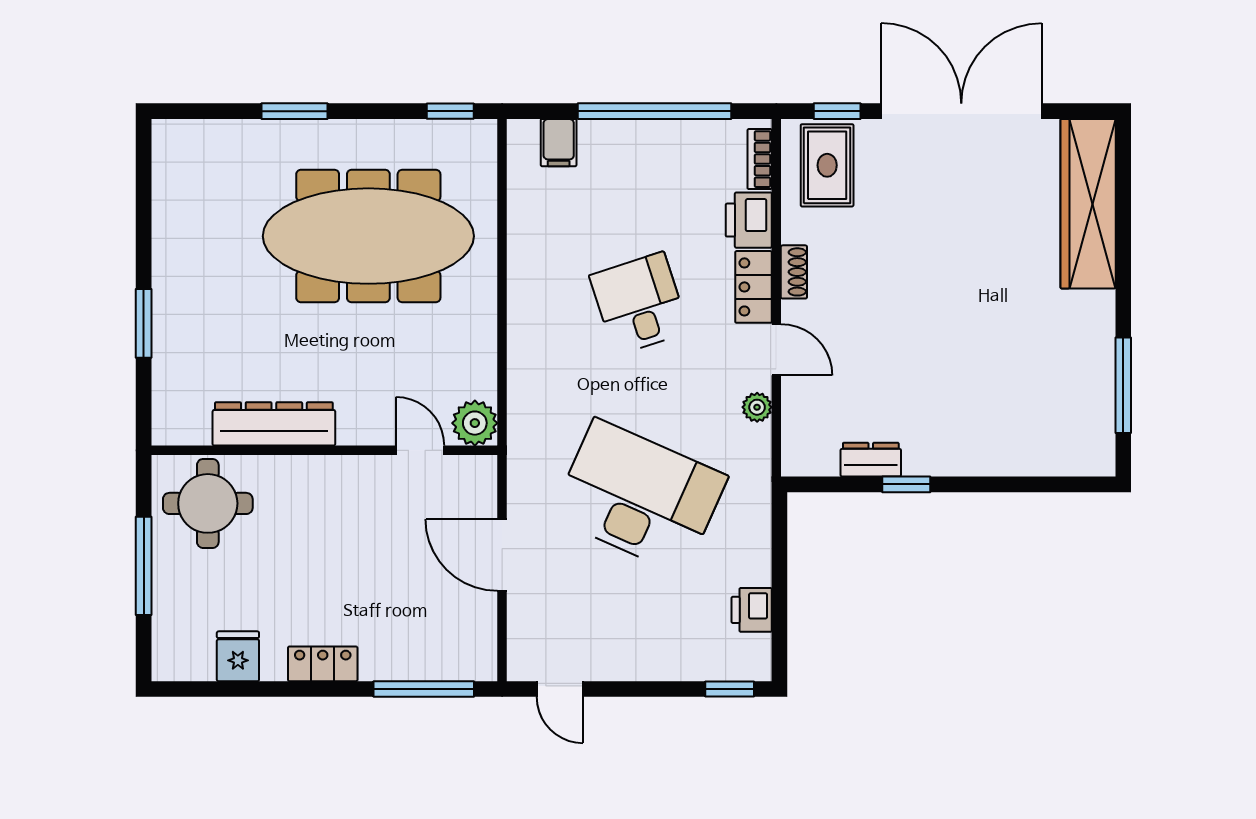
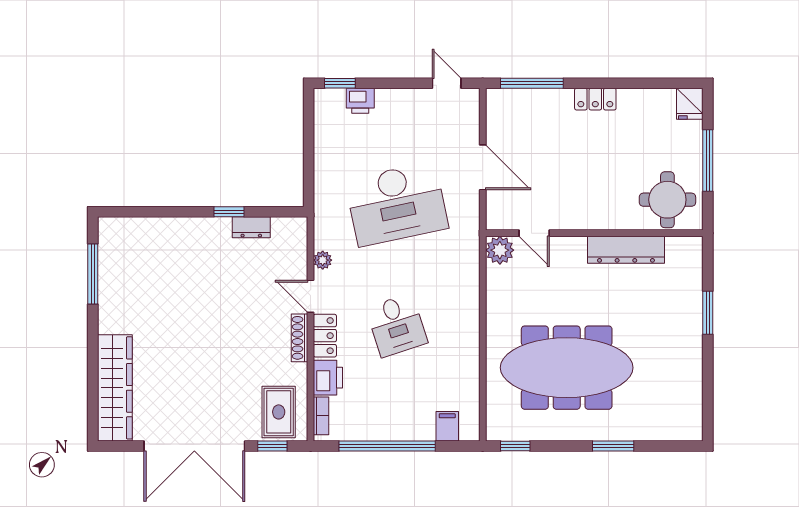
shoe rack: (794, 272) -> (299, 338), width x1.43
desk: (639, 497) -> (397, 204), turned -36
printer: (752, 610) -> (360, 101), moved, turned 90
fridge: (238, 656) -> (690, 104), moved

